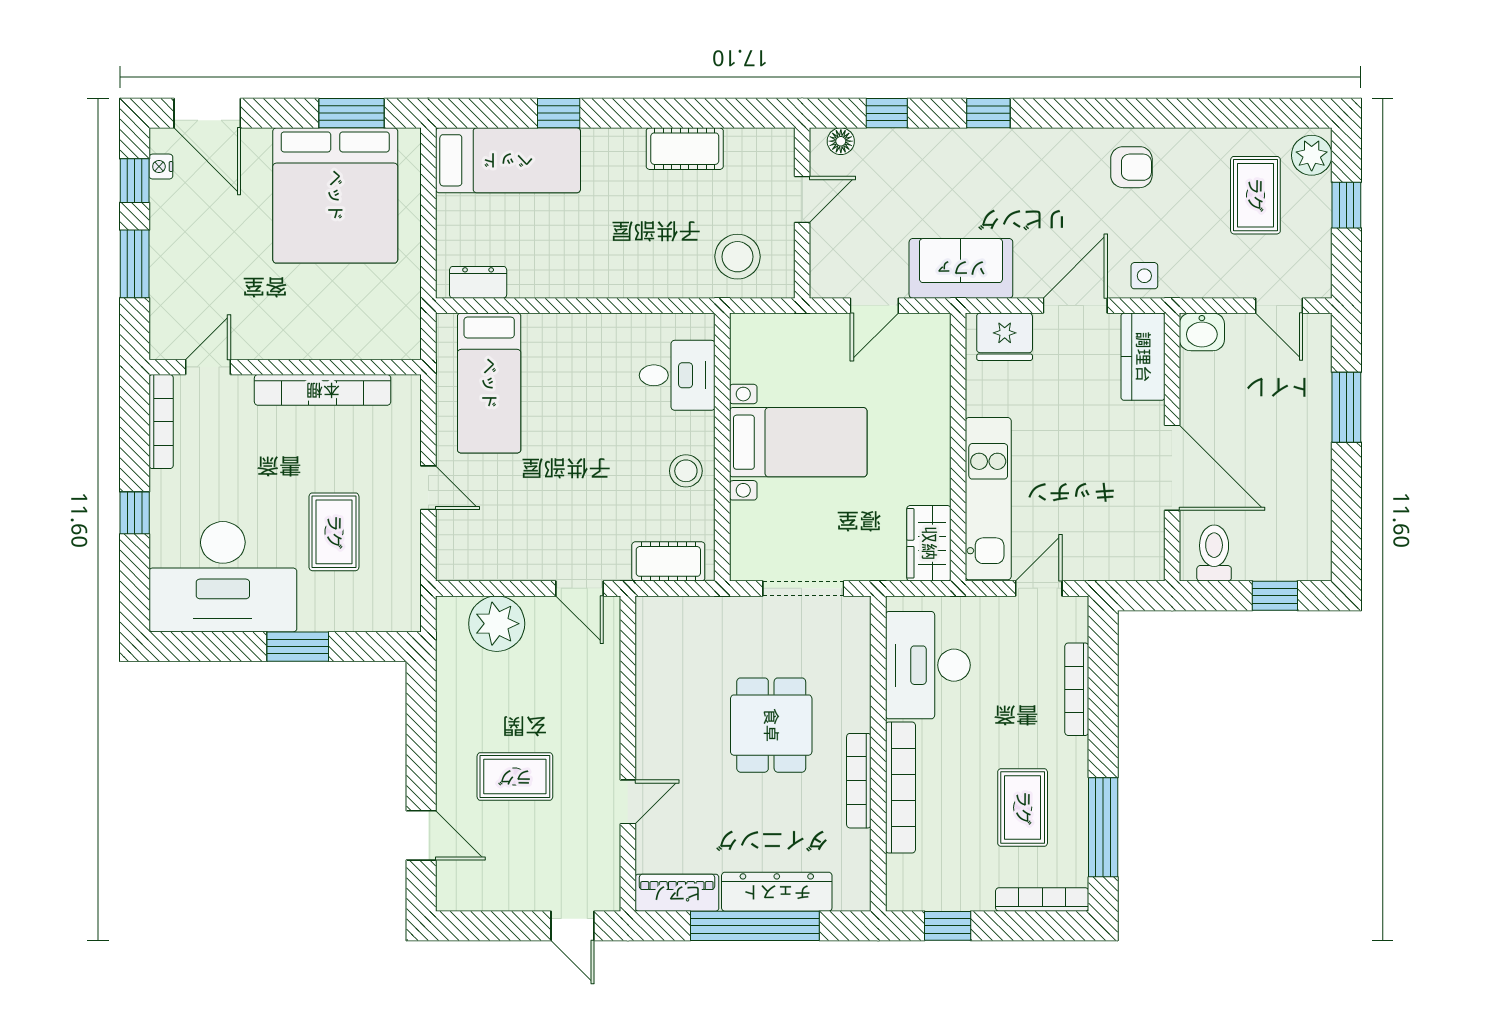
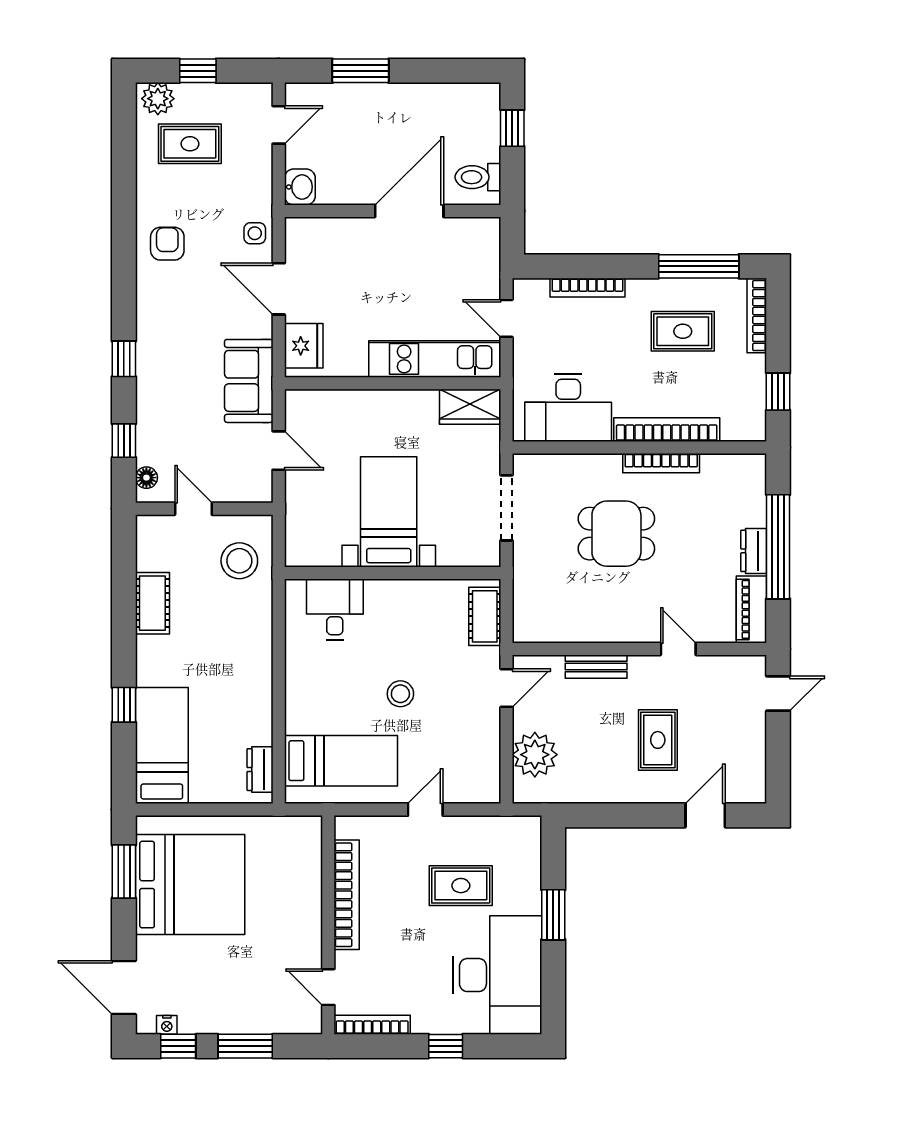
door: (207, 113) -> (124, 988), swing flipped
kitchen counter: (1143, 357) -> (320, 234), removed
stool: (686, 471) -> (400, 694), moved
bench: (606, 700) -> (596, 667), added
dresser: (777, 892) -> (754, 551), width x0.51, depth x0.80

